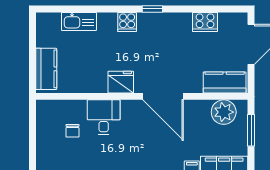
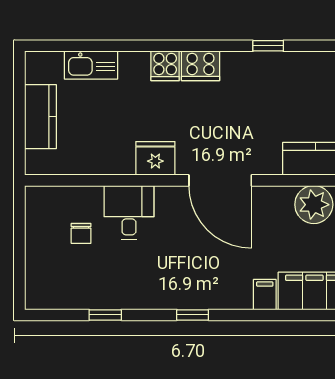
window: (152, 9) -> (268, 46), moved
cooker: (205, 22) -> (200, 66), moved
kitchen counter: (46, 69) -> (41, 117), moved

